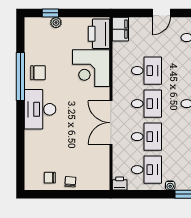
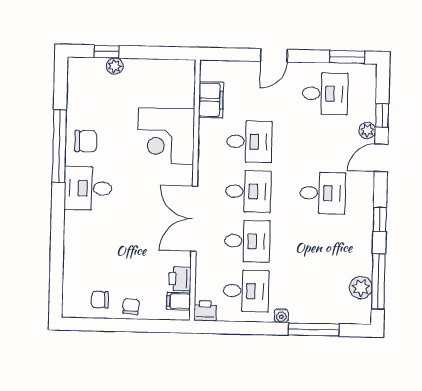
filing cabinet: (120, 29) -> (211, 100), moved
printer: (99, 34) -> (180, 279), moved, width x0.53, depth x0.68
desk: (40, 109) -> (88, 188), width x0.73
filing cabinet: (102, 177) -> (179, 301), added

